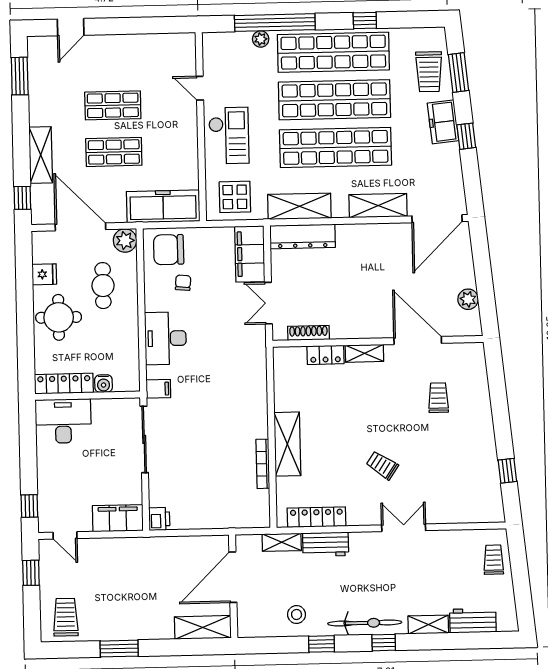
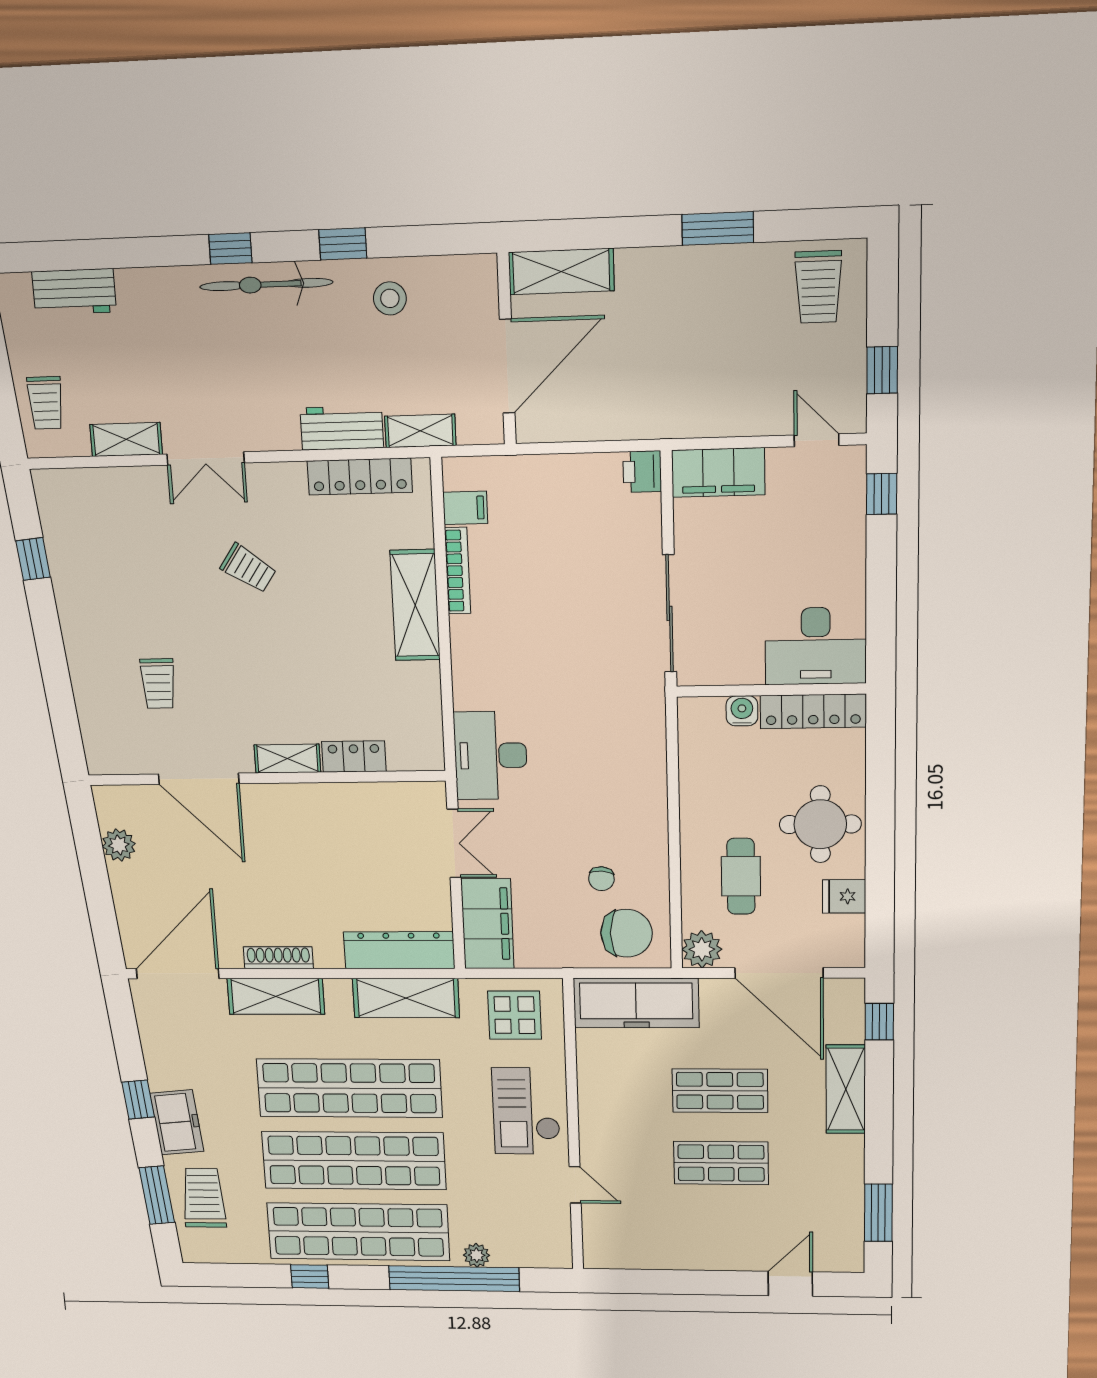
shoe rack: (308, 333) -> (278, 958), moved, turned 180
desk: (165, 338) -> (491, 755), moved, turned 180
filing cabinet: (158, 389) -> (465, 508), moved, turned 180
shelving: (428, 625) -> (126, 439), moved

